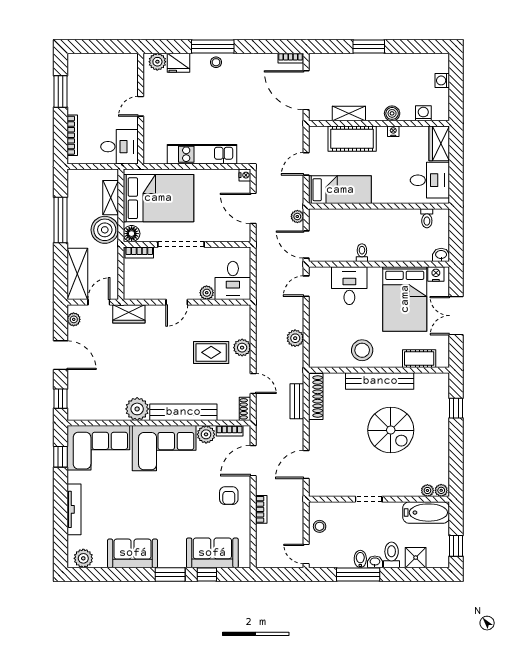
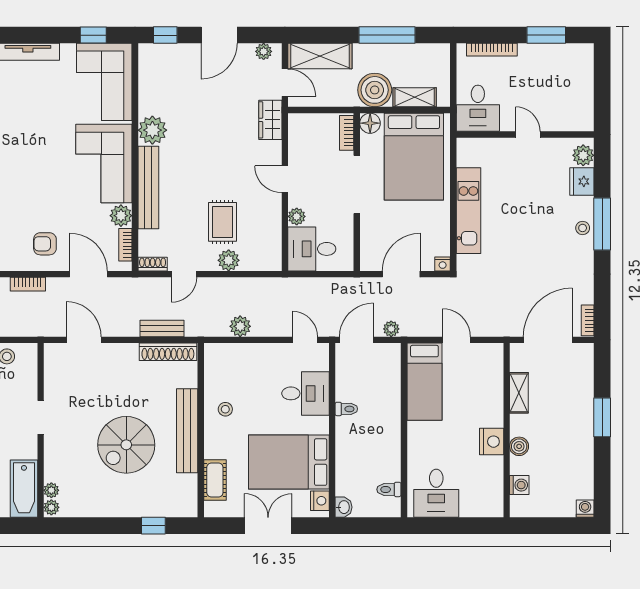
washing machine: (442, 80) -> (585, 509), moved
nightstand: (393, 131) -> (492, 442), width x1.89, depth x1.79
cot: (352, 139) -> (488, 397), removed
wardrobe: (439, 143) -> (482, 505), removed
stool: (362, 350) -> (225, 409), width x0.53, depth x0.53

